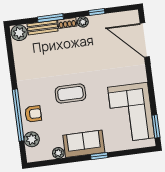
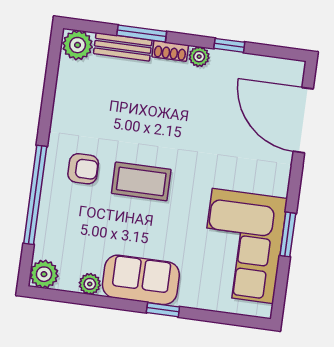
armchair: (33, 114) -> (83, 169), moved
window: (156, 126) -> (288, 234), moved
plant: (32, 139) -> (44, 274), moved

